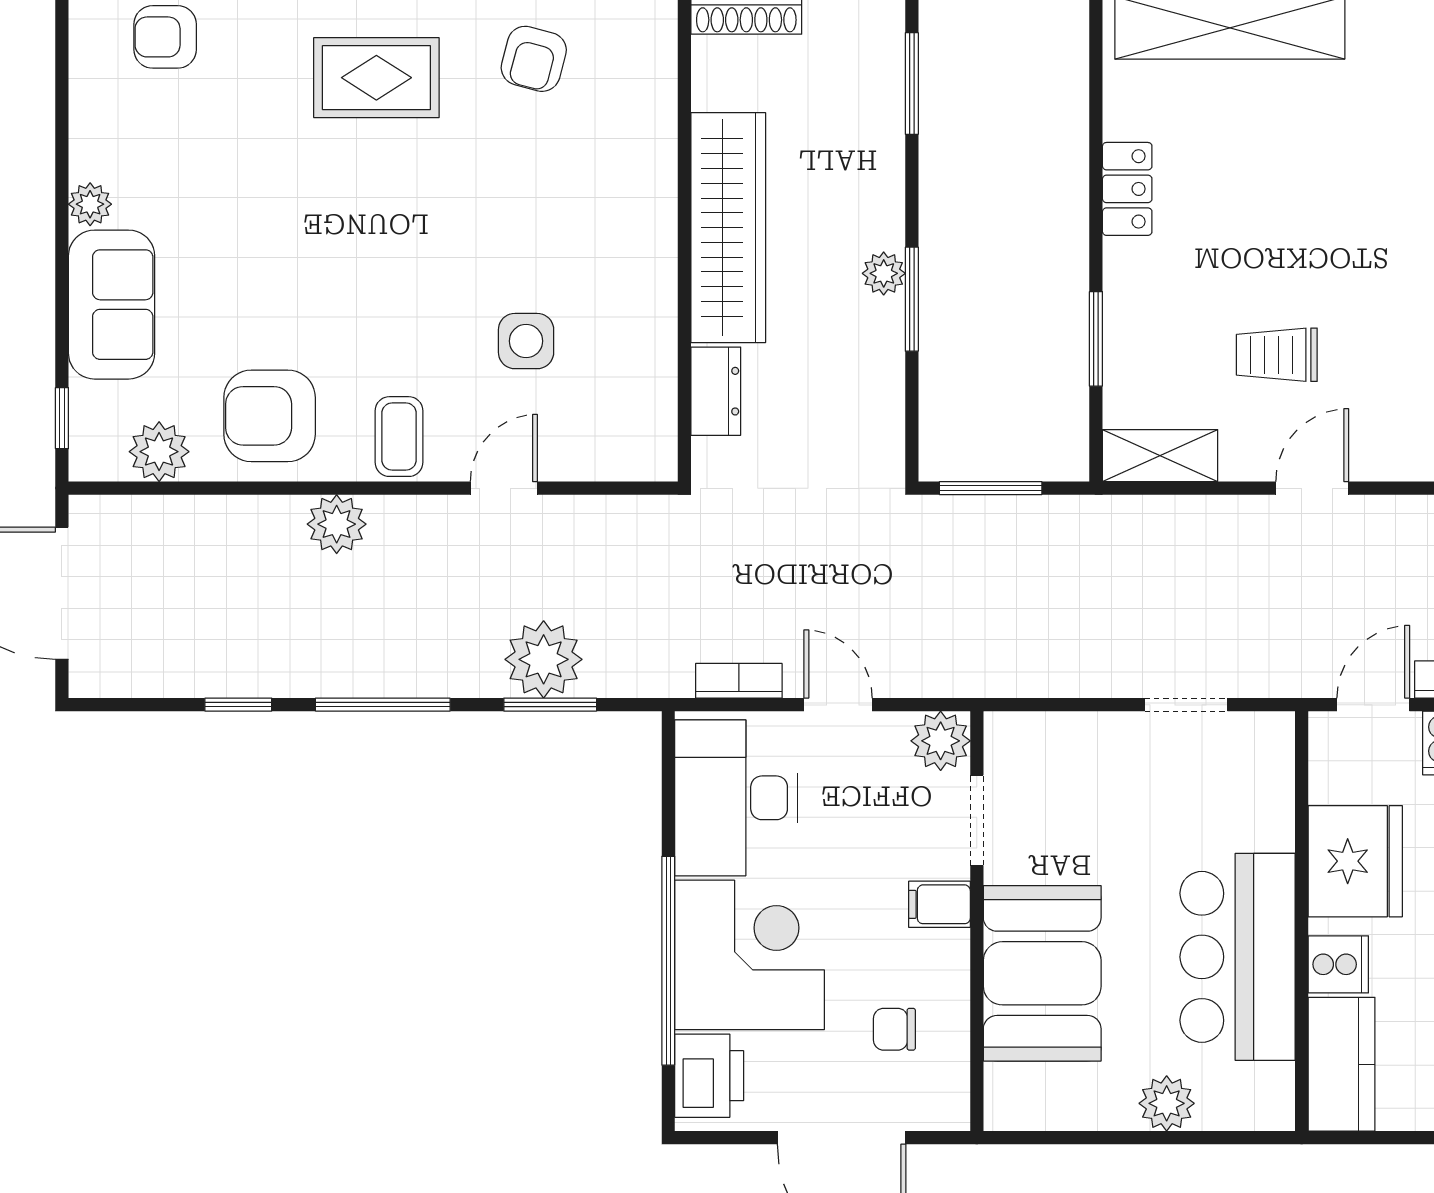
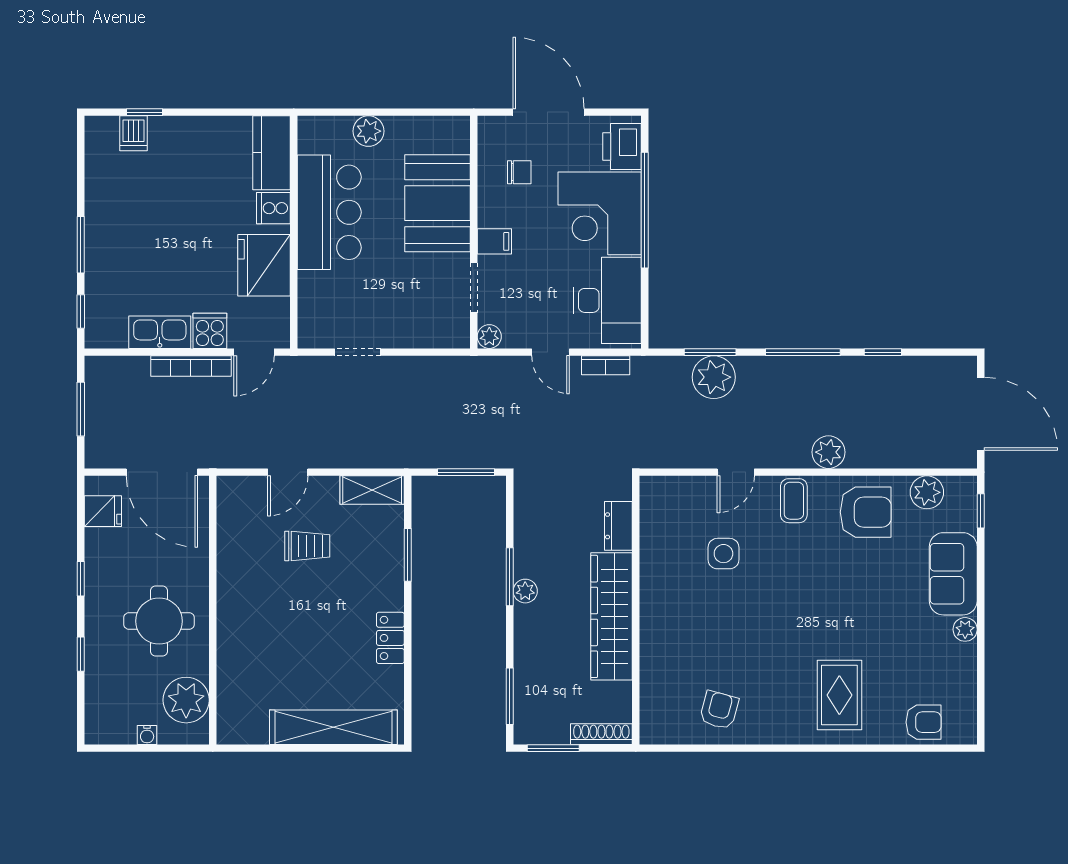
rug: (376, 78) -> (839, 695), moved, turned 90
plant: (941, 741) -> (489, 337), width x0.73, depth x0.73

